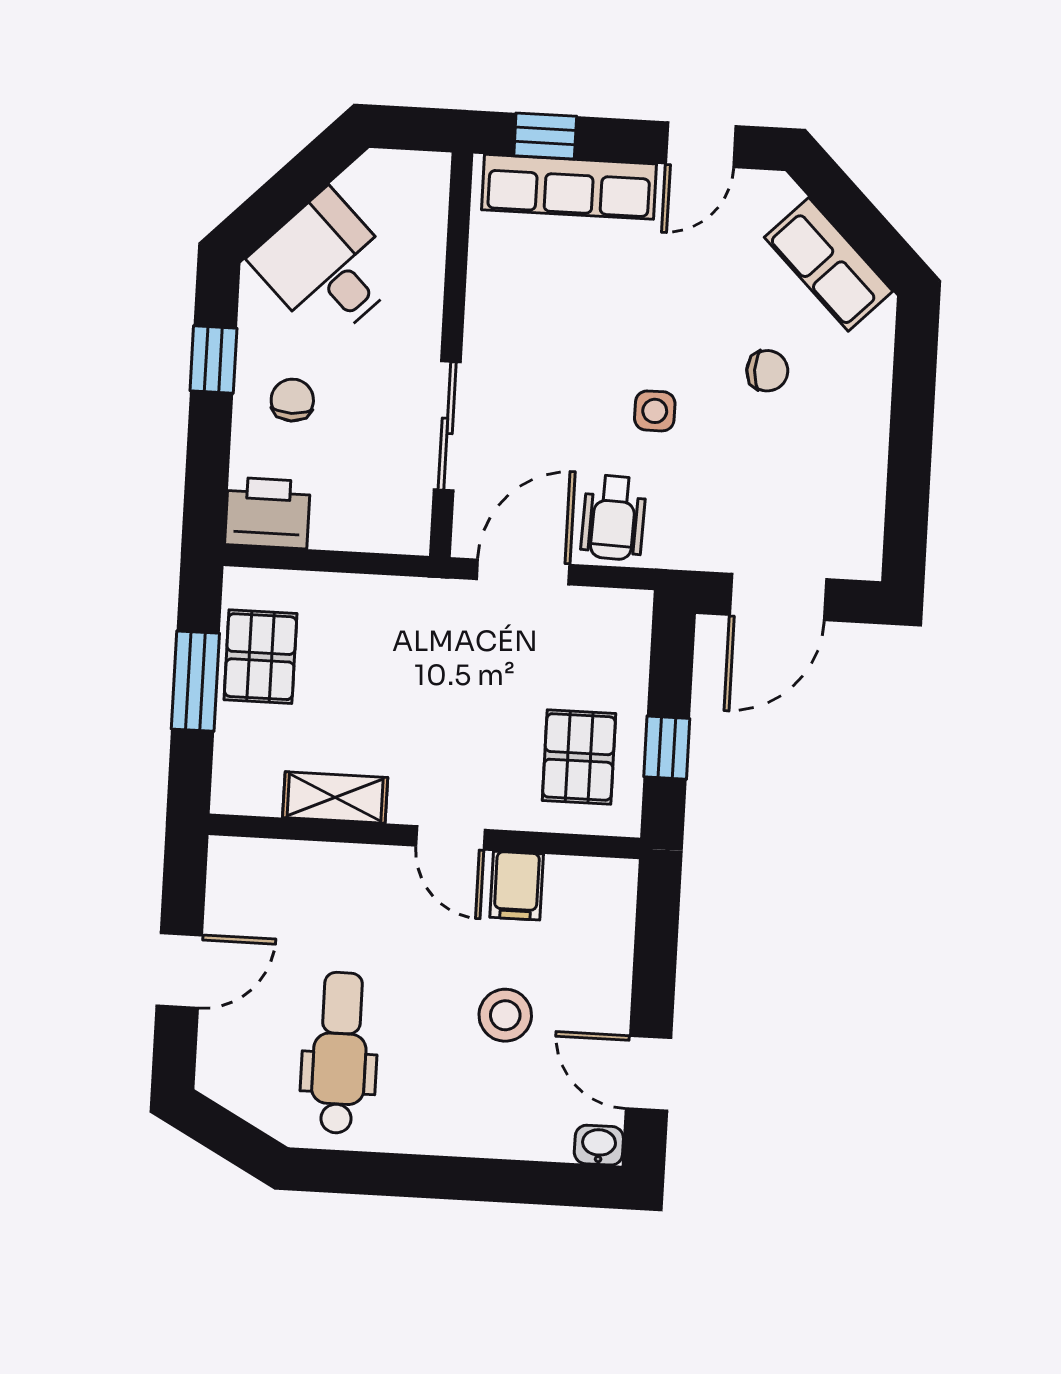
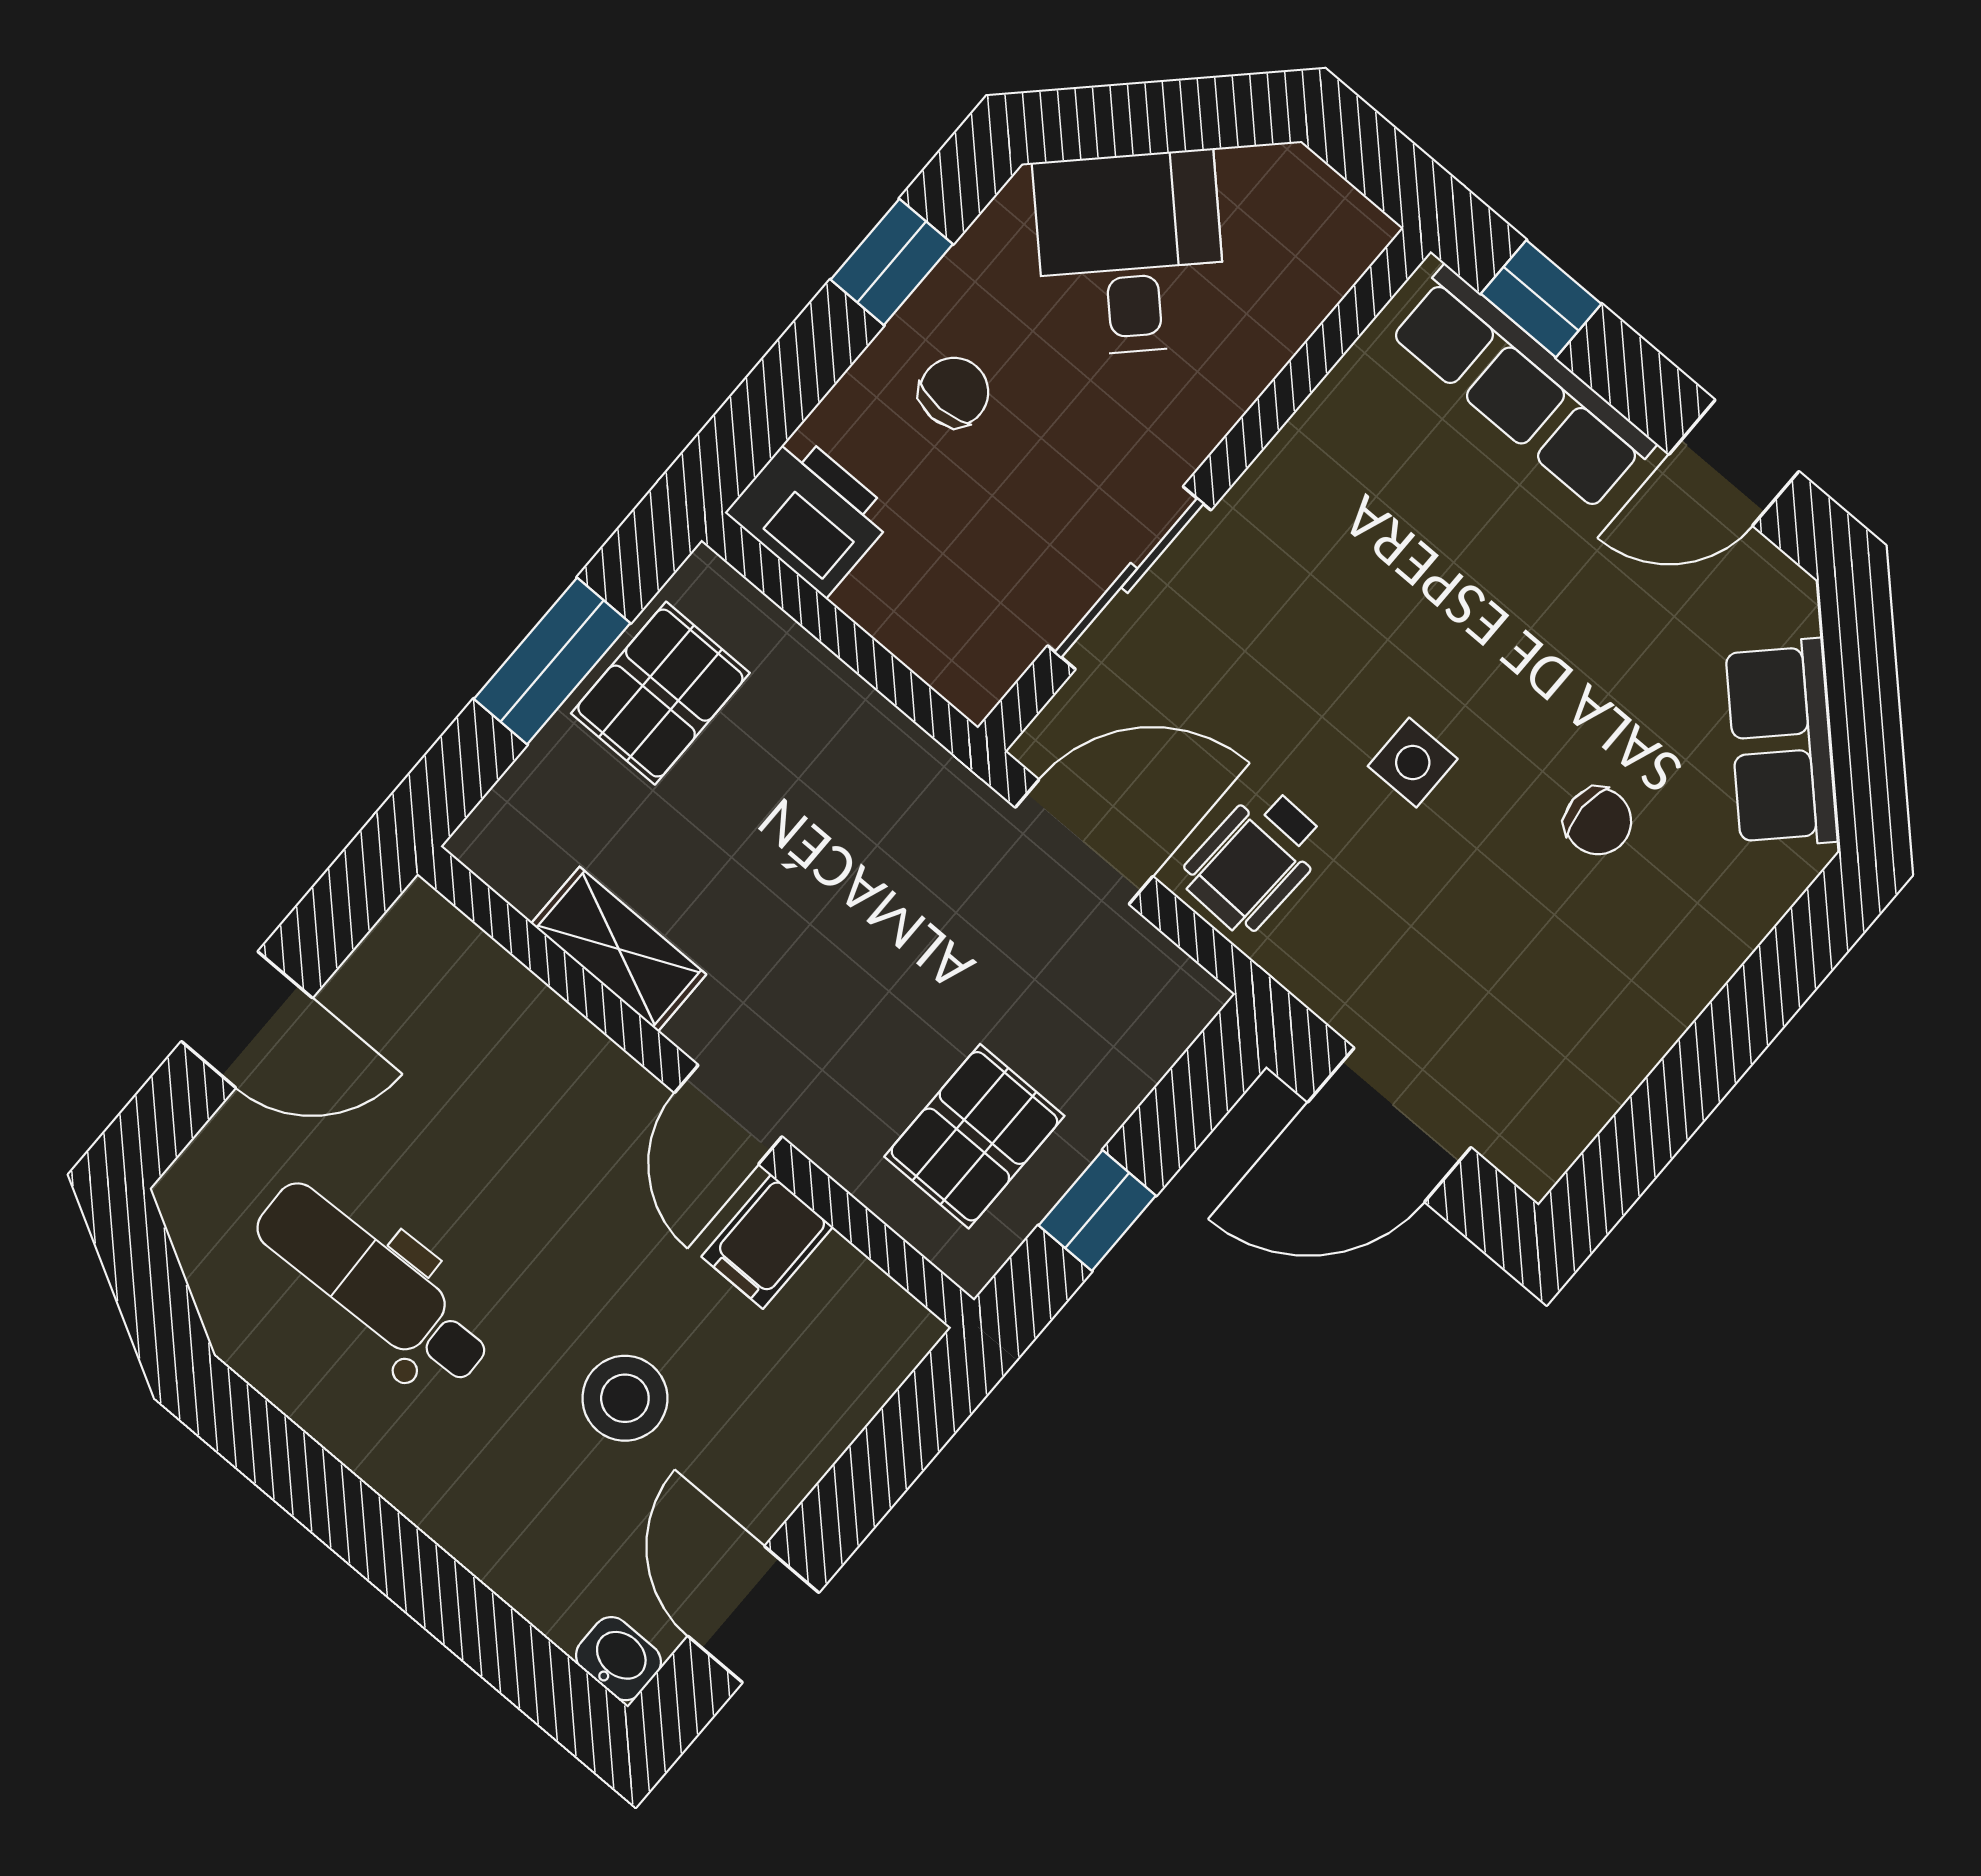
dental chair: (340, 1053) -> (374, 1284), turned -92

